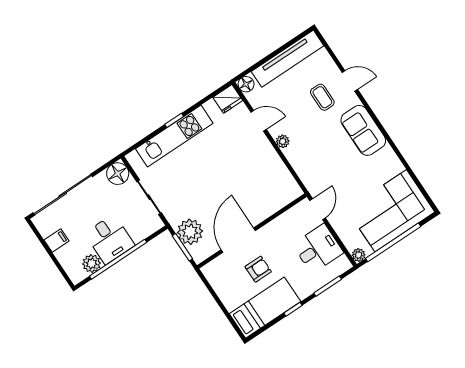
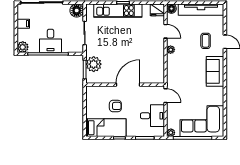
door: (318, 209) -> (166, 96), hinge flipped
door: (238, 240) -> (128, 85), moved
plant: (92, 263) -> (23, 47), moved

